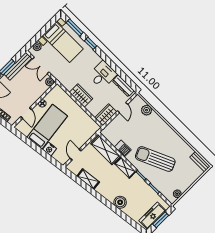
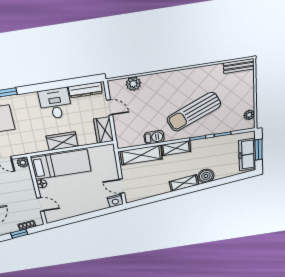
bed: (47, 127) -> (61, 164), moved, turned 97
nightstand: (50, 149) -> (115, 201), moved
shelving: (88, 179) -> (184, 183), moved

